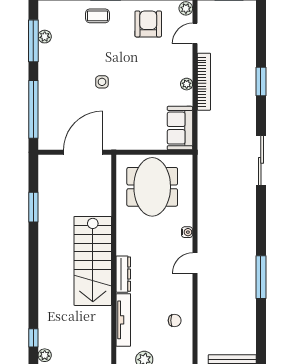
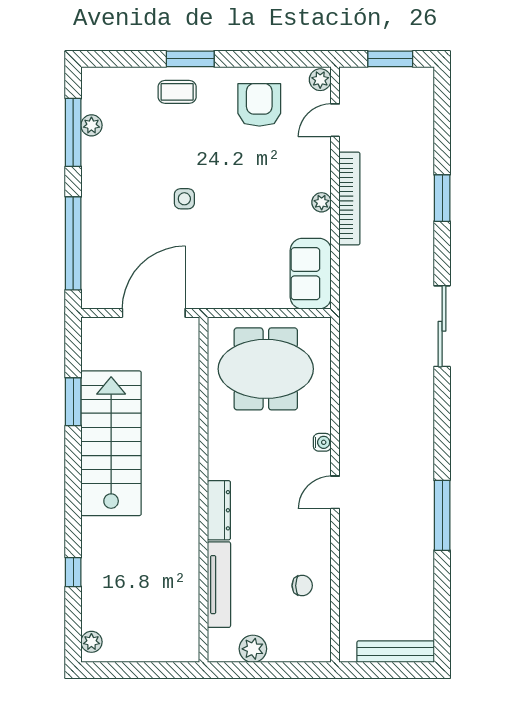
meeting table: (152, 187) -> (266, 369), turned 90
stairs: (93, 261) -> (111, 443), moved, turned 180
window: (33, 338) -> (73, 572), moved

